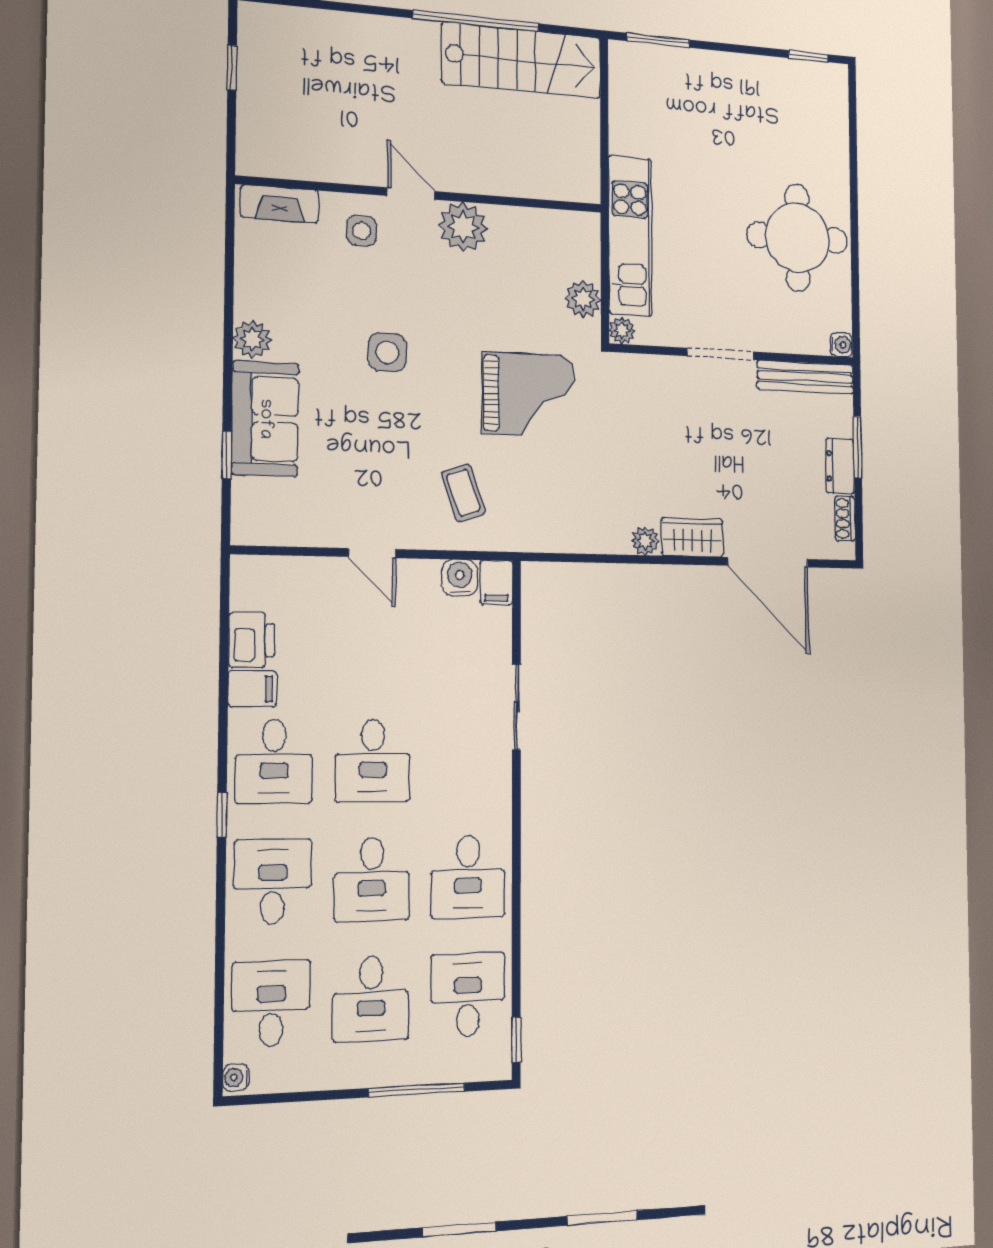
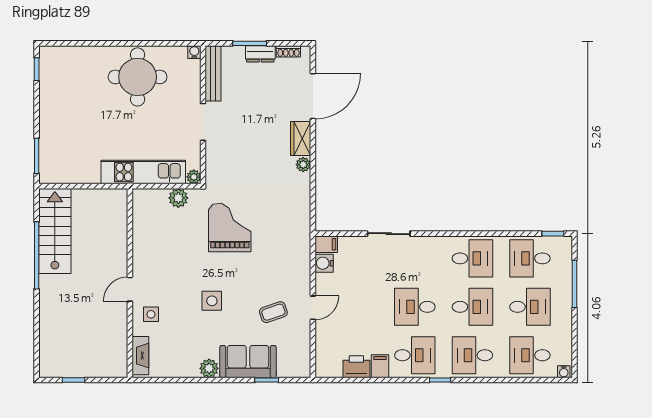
plant: (463, 227) -> (145, 262), removed
coffee table: (463, 493) -> (273, 312), moved
desk: (373, 760) -> (415, 307), turned 180

